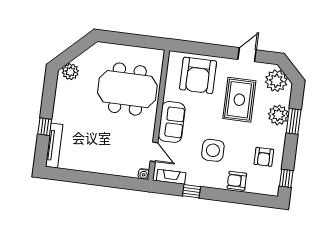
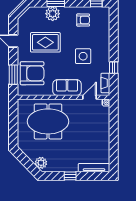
window: (200, 49) -> (13, 75), added
plant: (276, 81) -> (29, 18), removed
meeting table: (127, 89) -> (48, 121), turned 90
window: (45, 127) -> (70, 176), moved
armchair: (237, 181) -> (102, 37), removed

